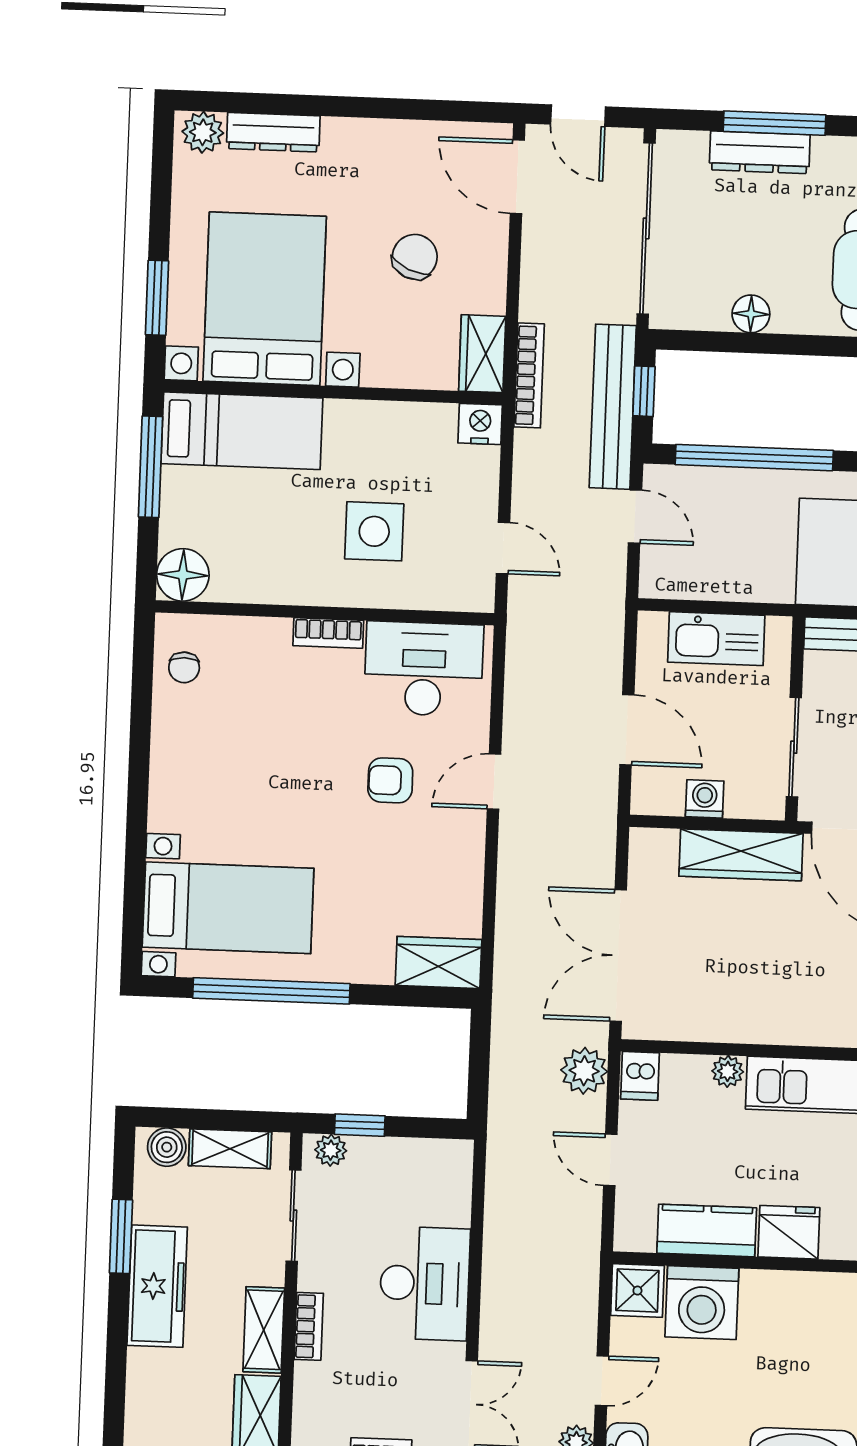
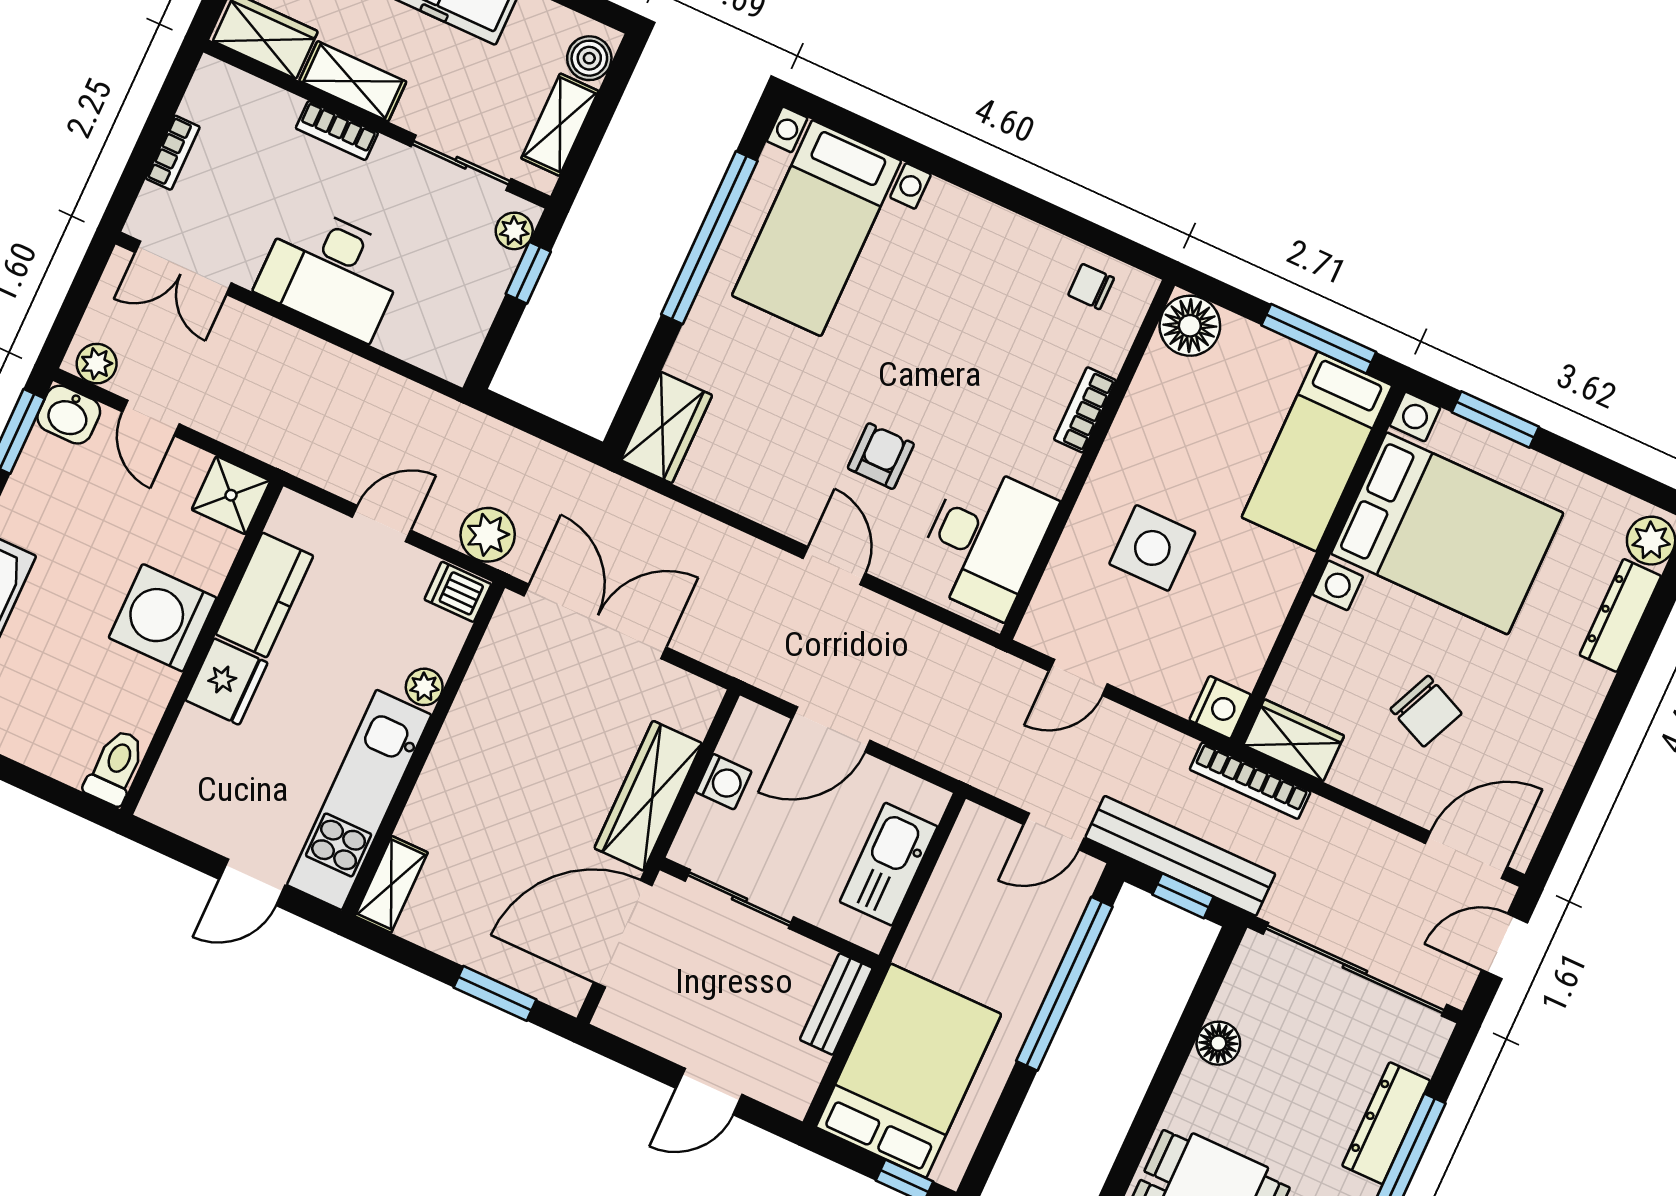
bookcase: (328, 633) -> (1085, 410), moved
washing machine: (702, 1303) -> (163, 618), moved

